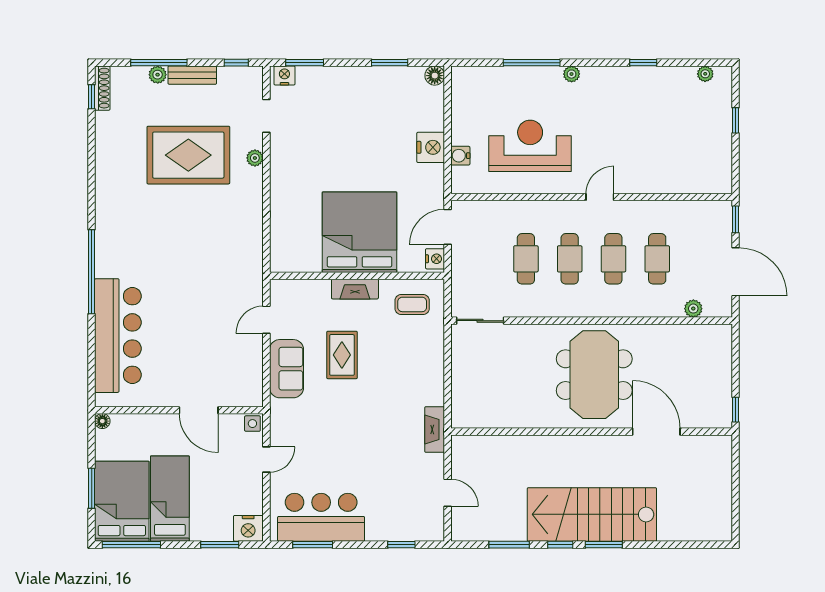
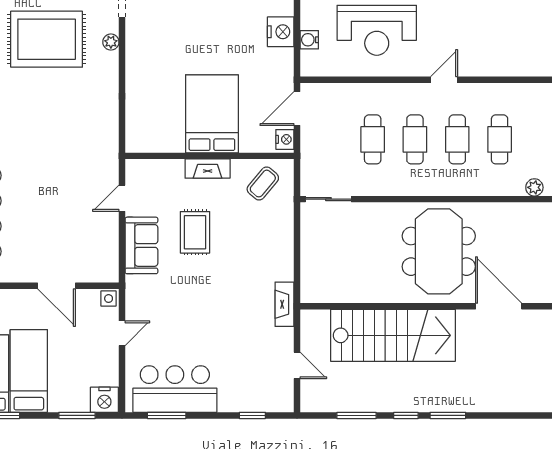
reception desk: (530, 146) -> (377, 30), turned 180
bed: (359, 232) -> (212, 114), width x0.73
coffee table: (412, 304) -> (263, 184), turned -50
stairs: (592, 514) -> (393, 335), moved, turned 180

